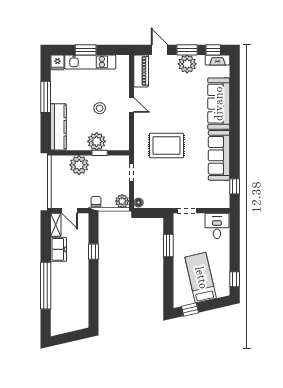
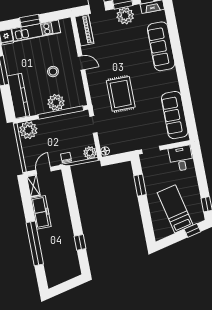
rug: (166, 146) -> (121, 94), turned 90
window: (100, 153) -> (61, 112), width x3.17
sofa: (219, 155) -> (175, 115), moved
plant: (79, 165) -> (28, 130), moved
window: (235, 186) -> (190, 119), removed
door: (70, 211) -> (44, 170), swing flipped
freezer: (58, 249) -> (41, 212), width x1.40
window: (93, 252) -> (80, 242), moved
window: (190, 310) -> (192, 230), moved

